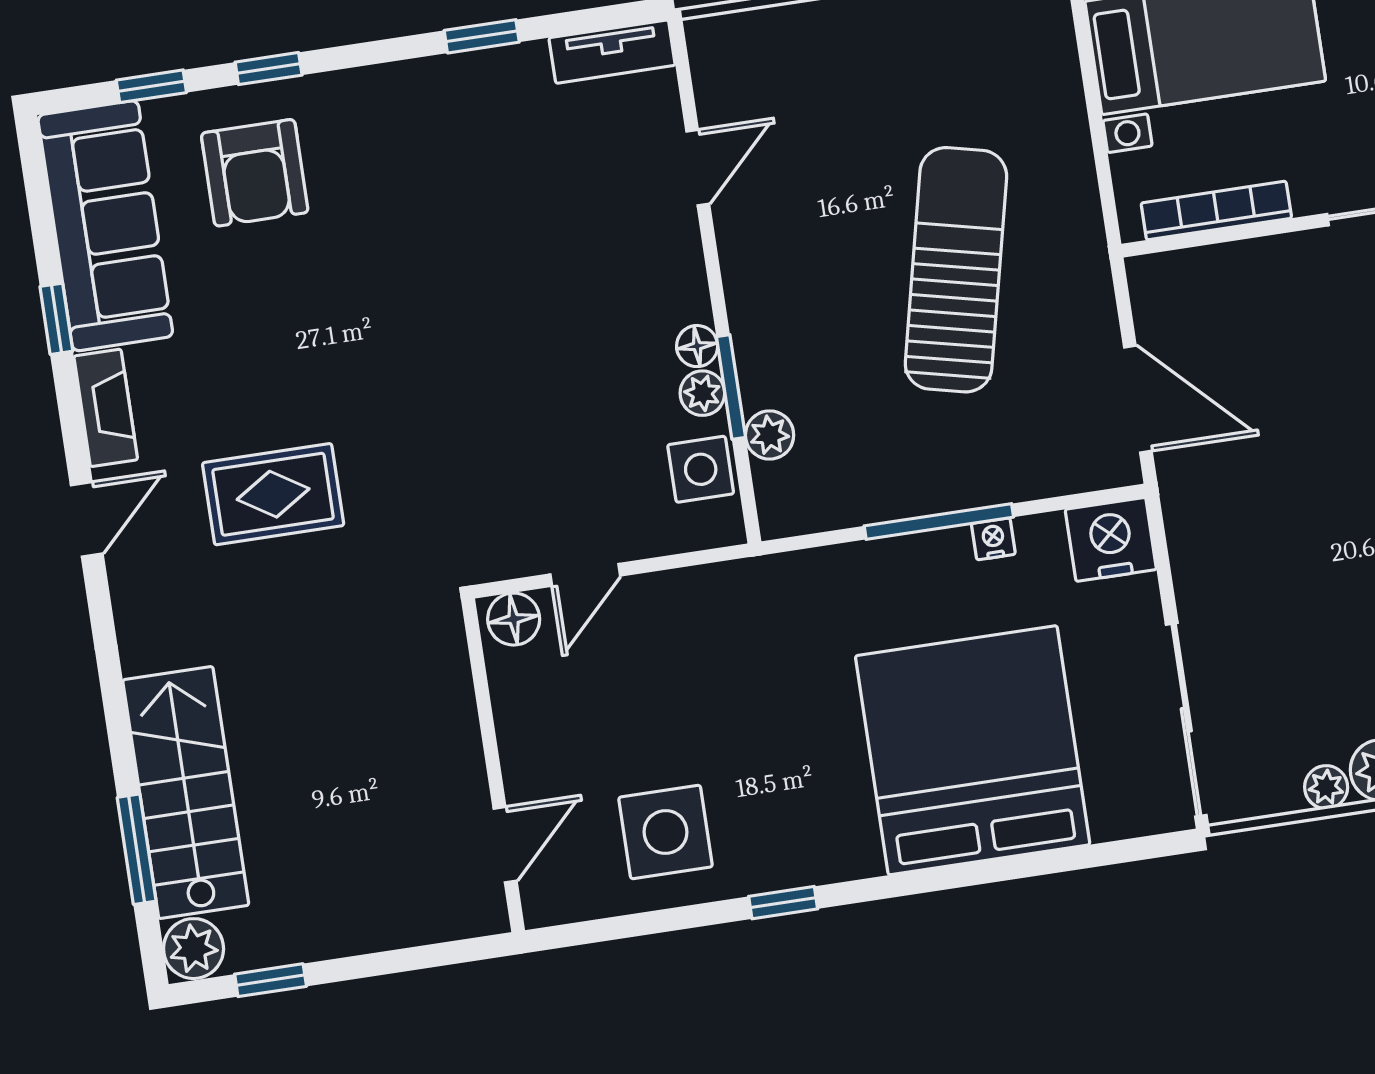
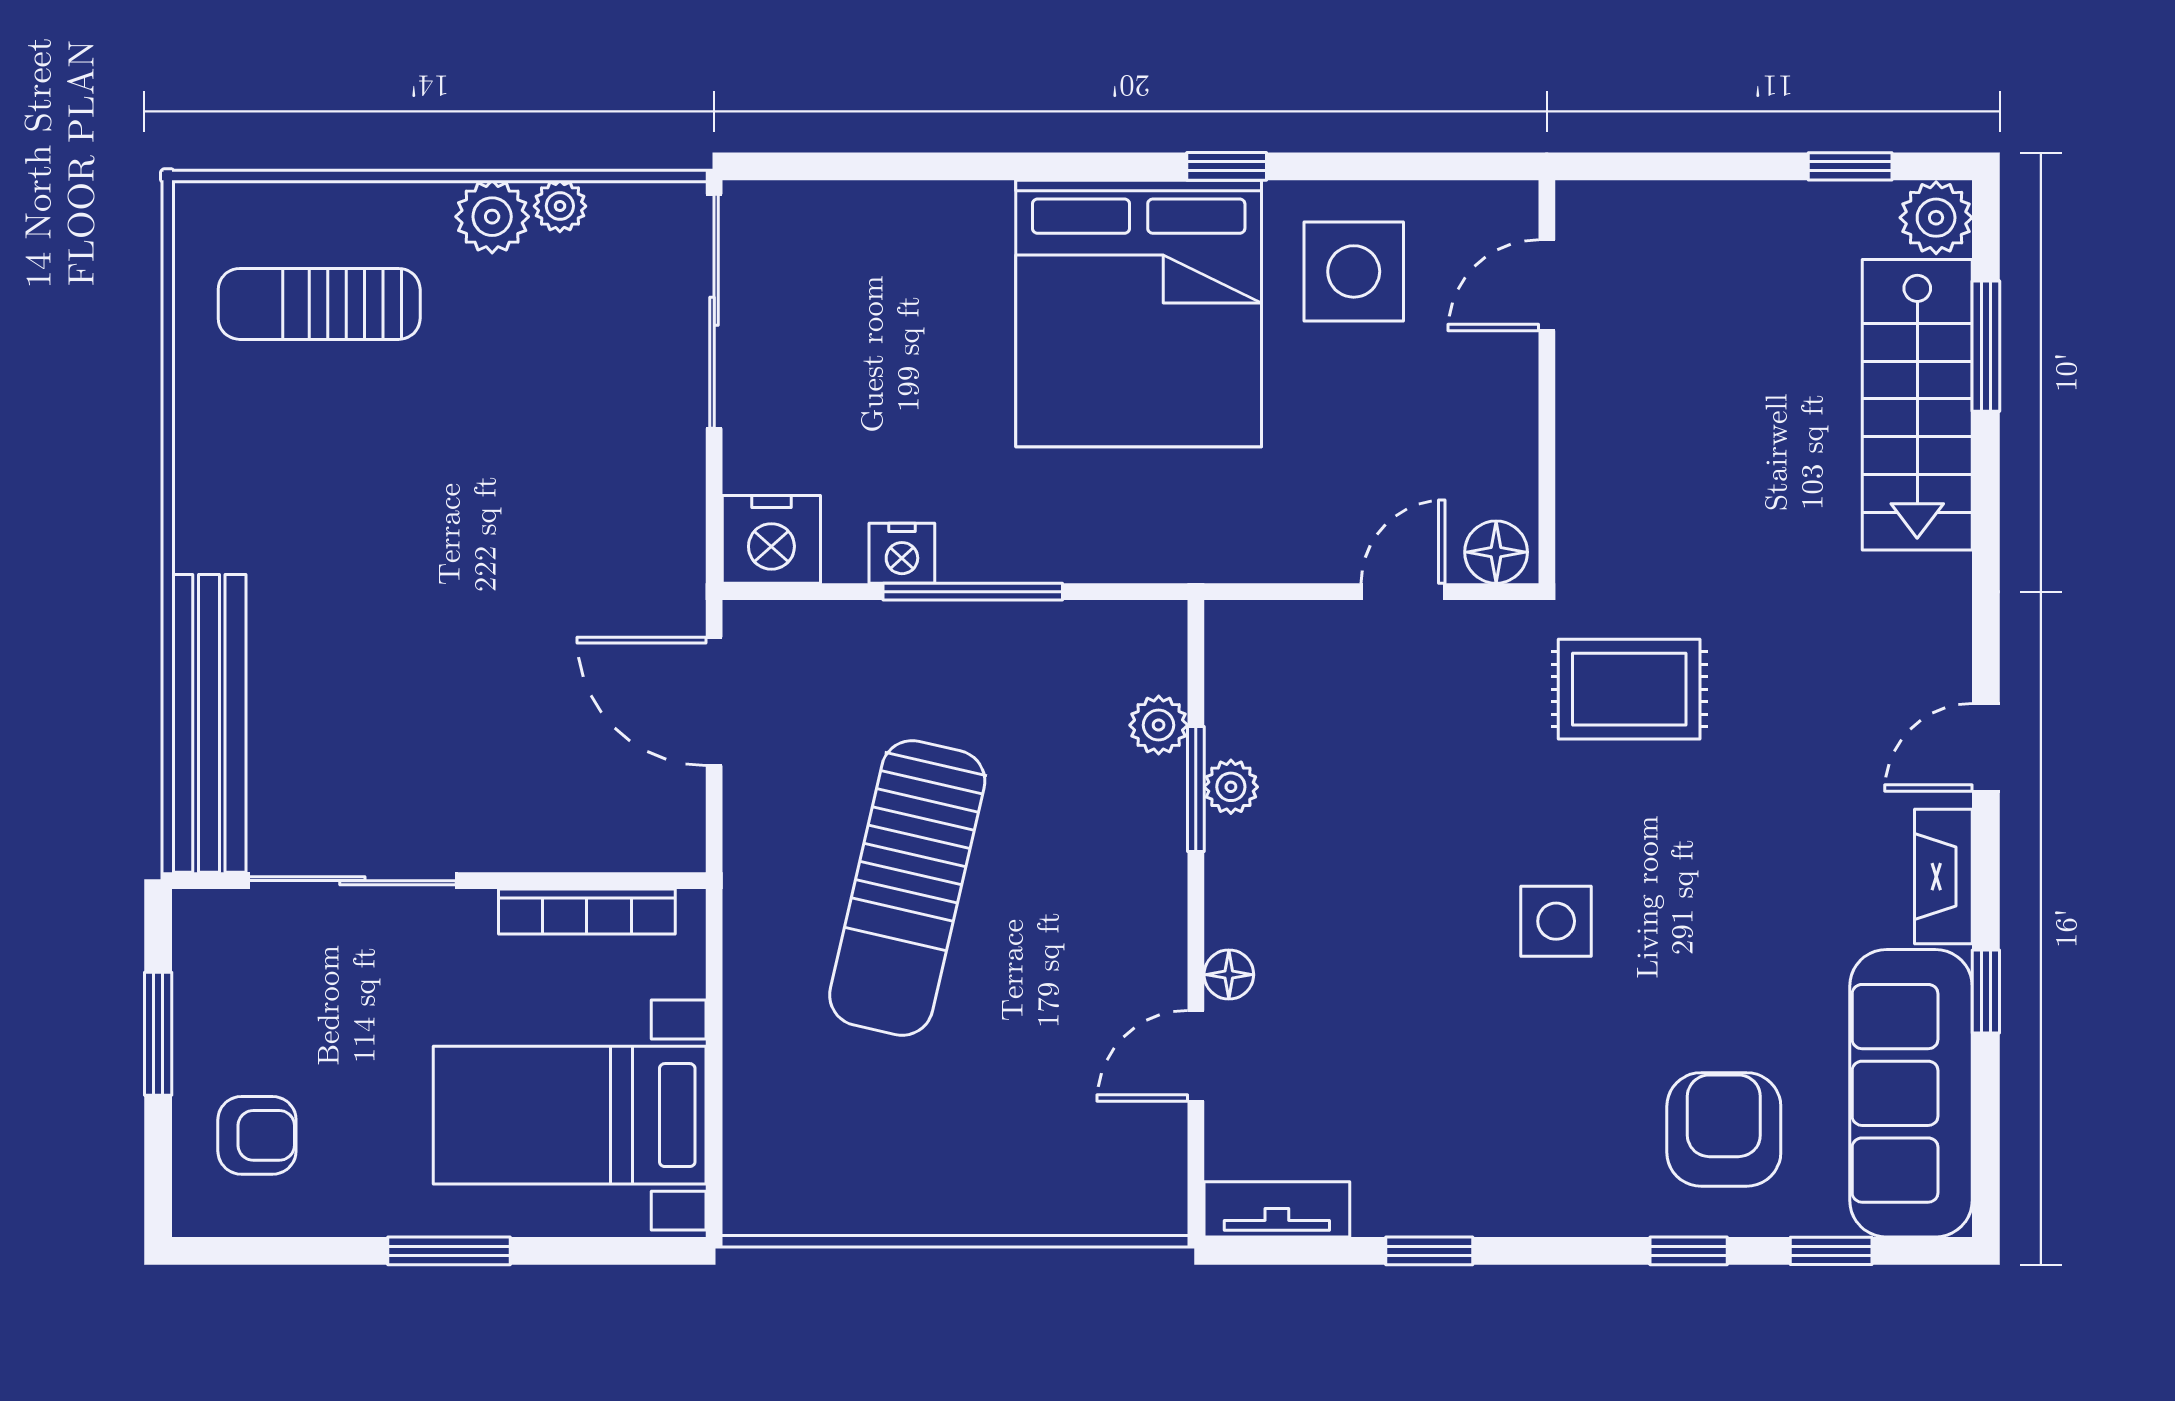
floor lamp: (697, 346) -> (1229, 975), moved
side table: (701, 469) -> (1556, 921), moved
rug: (273, 494) -> (1629, 689), moved
nightstand: (993, 539) -> (902, 553), width x1.39, depth x1.35
bed: (973, 750) -> (1139, 313), moved

